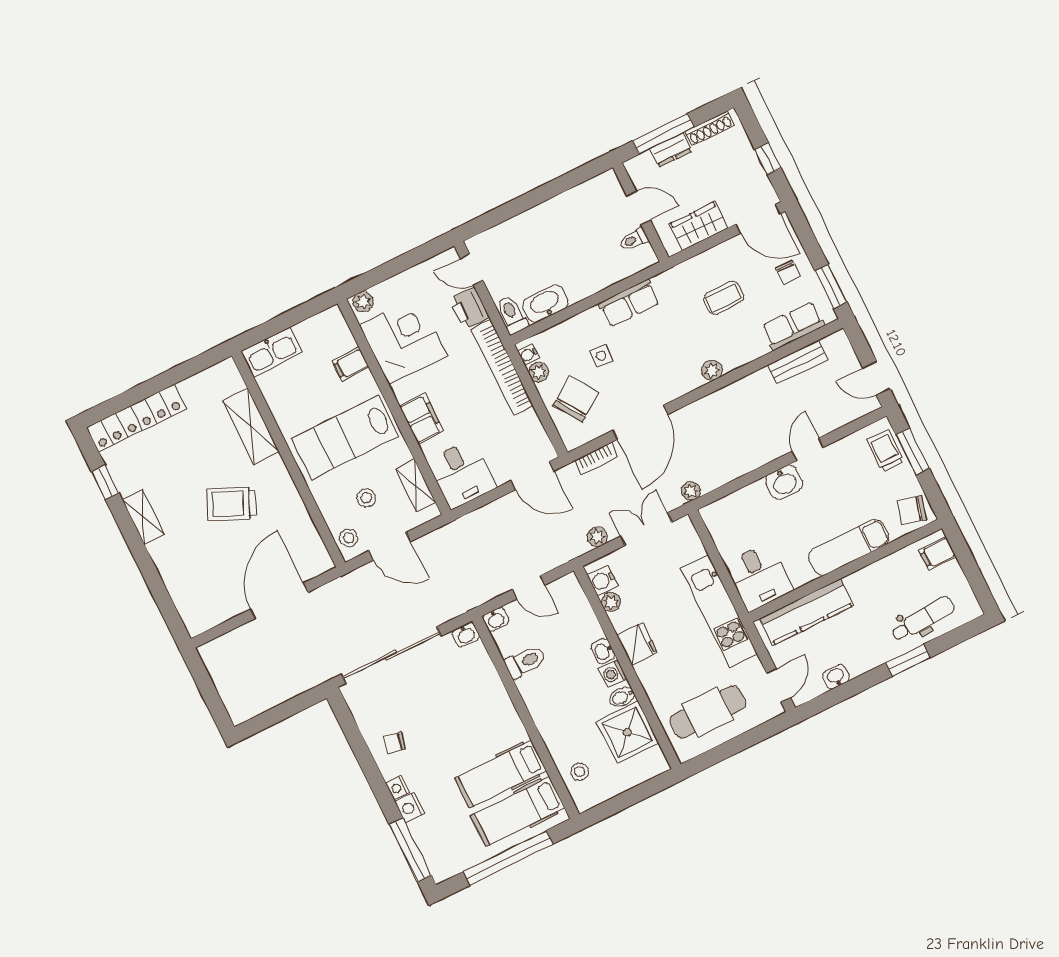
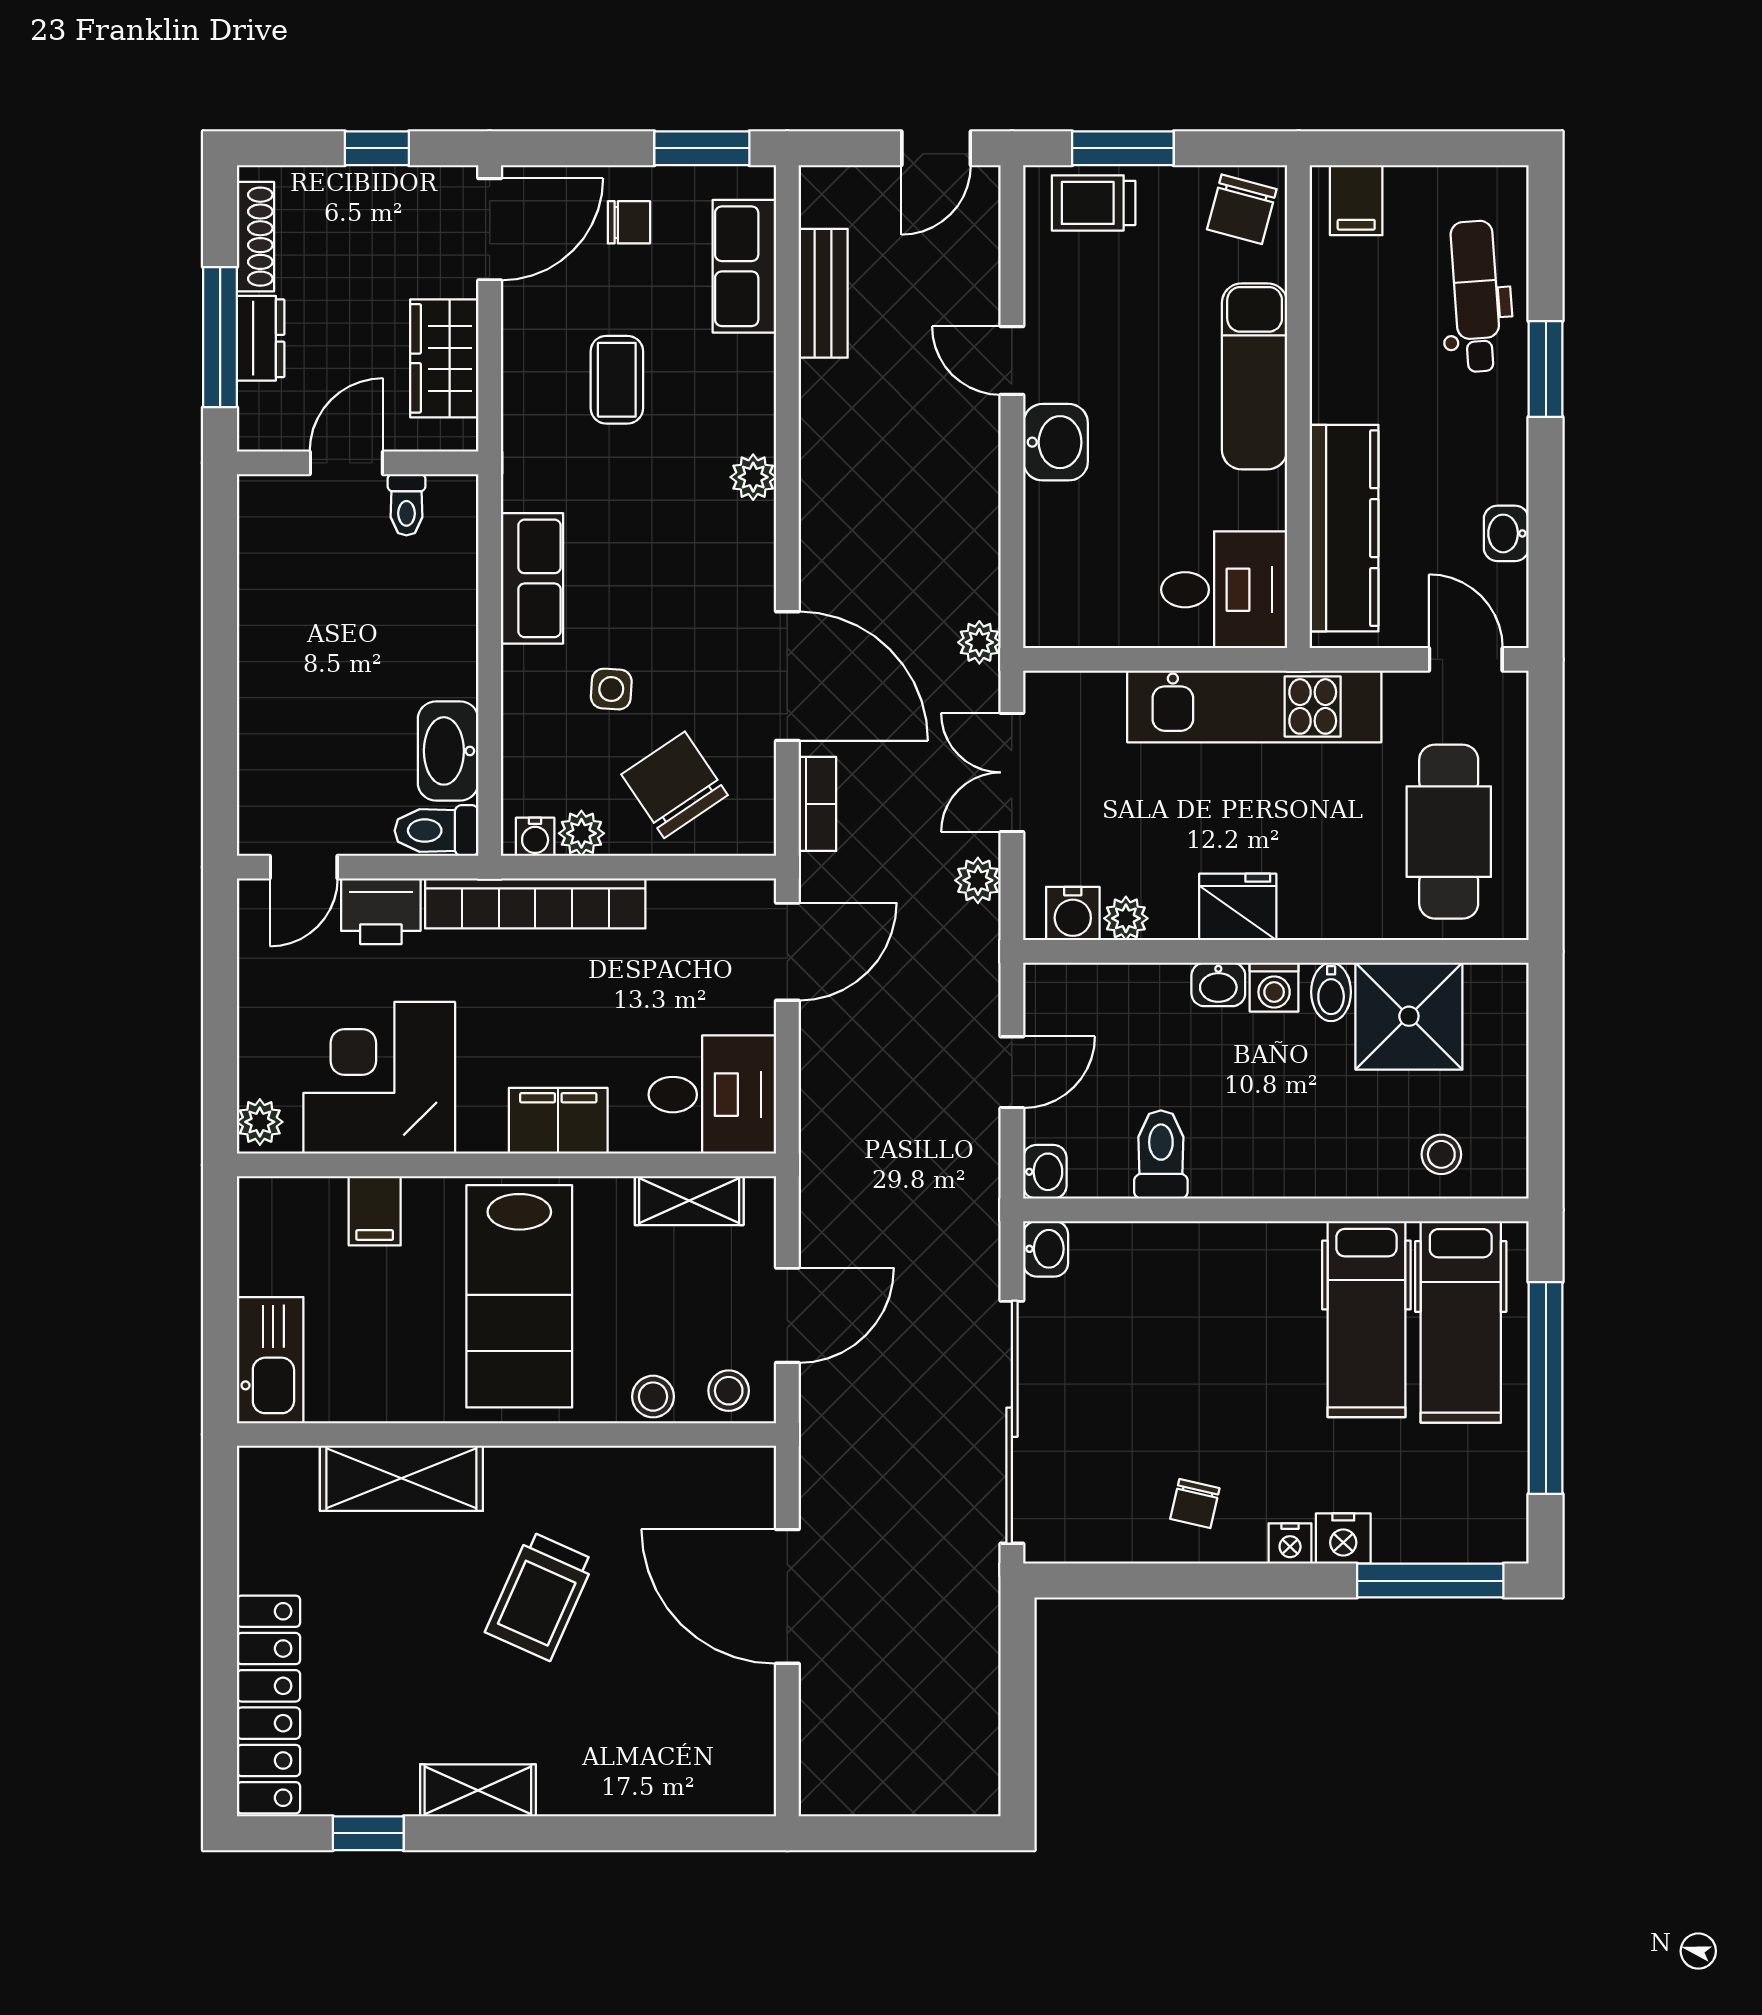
stool: (366, 498) -> (653, 1397), moved

